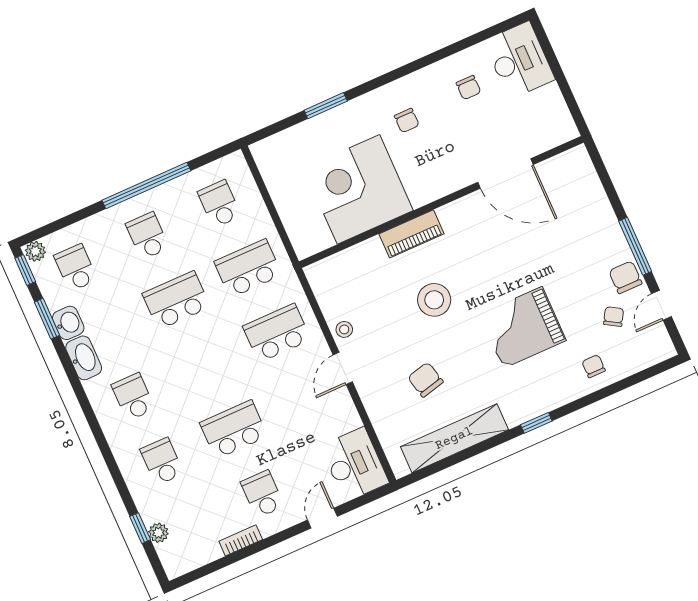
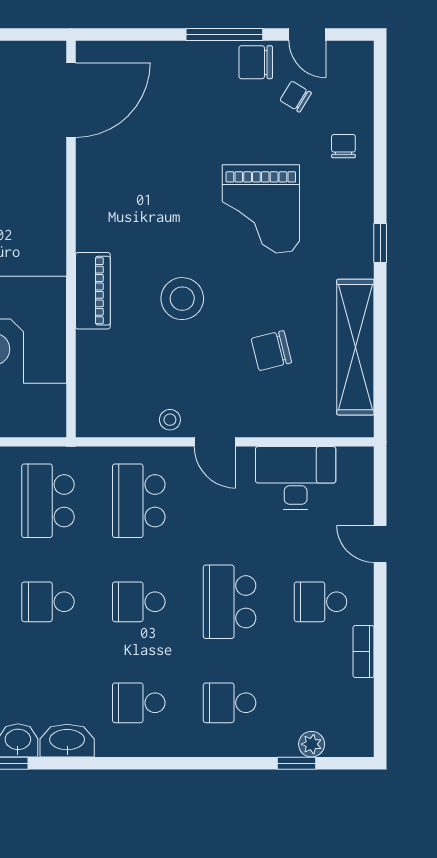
door: (506, 173) -> (71, 100), moved
school desk: (176, 300) -> (48, 602), width x0.54
school desk: (205, 365) -> (139, 602), added
chair: (594, 366) -> (343, 146), turned 90
desk: (355, 464) -> (296, 478), moved

